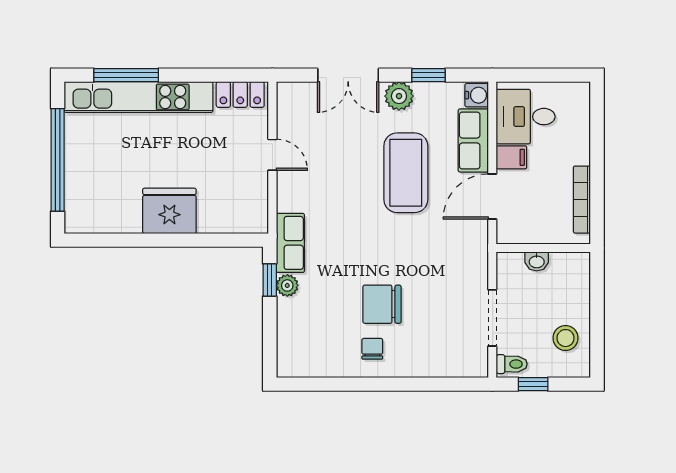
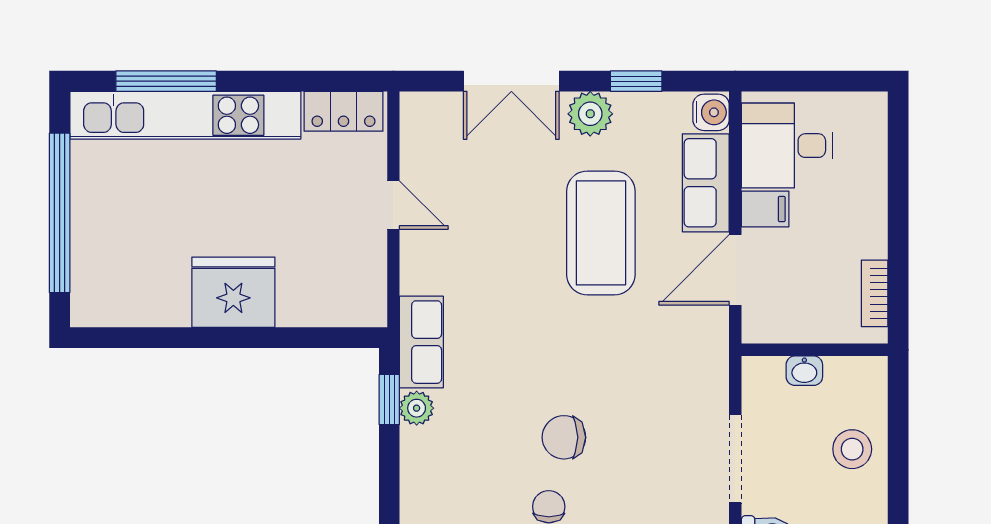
bookcase: (582, 200) -> (875, 293), width x0.64
chair: (382, 304) -> (564, 437), width x0.73, depth x0.73
stool: (566, 338) -> (852, 449), moved

